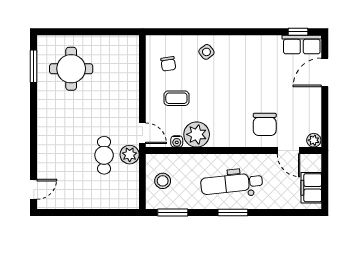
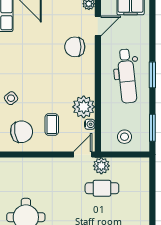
chair: (168, 64) -> (22, 132), width x1.87, depth x1.87
chair: (265, 124) -> (75, 47), turned 180

